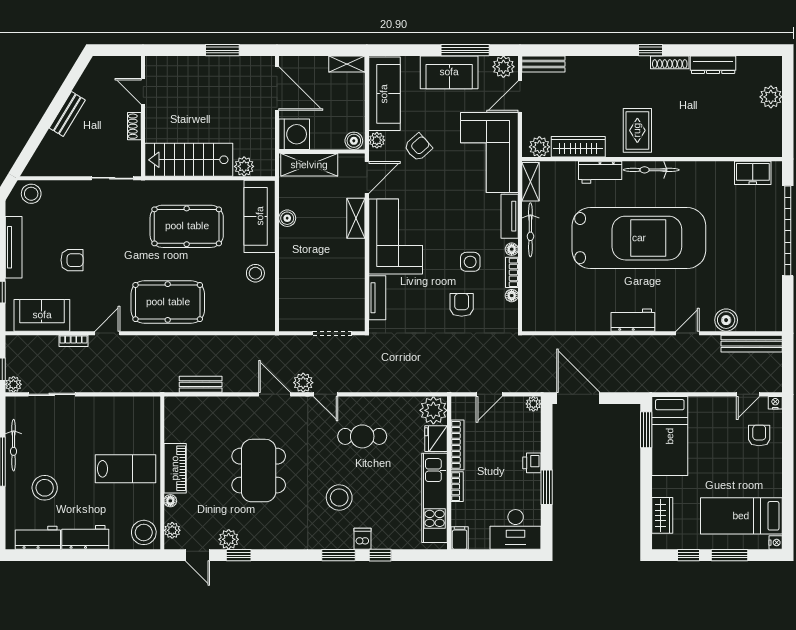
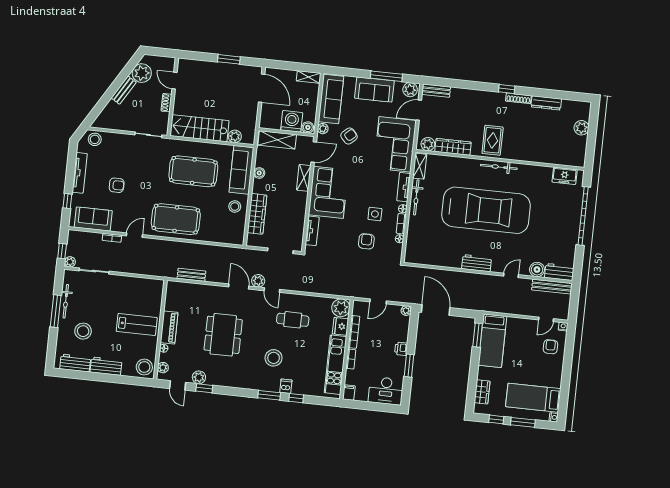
plant: (92, 85) -> (142, 73), added
washing machine: (294, 134) -> (292, 121), moved, turned -90
workbench: (600, 172) -> (559, 272), moved, turned 180
wardrobe: (291, 281) -> (257, 214), added

